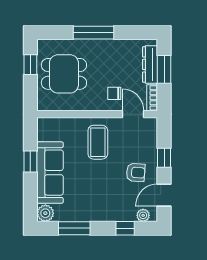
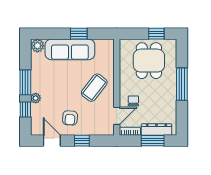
coffee table: (98, 142) -> (94, 88), turned -52
plant: (143, 215) -> (36, 98), moved
window: (74, 228) -> (25, 82), moved

